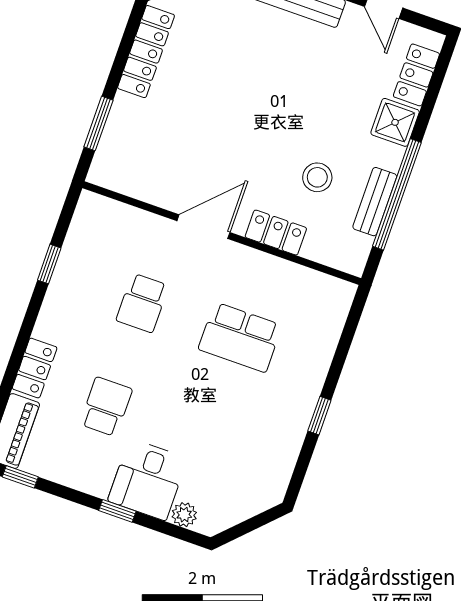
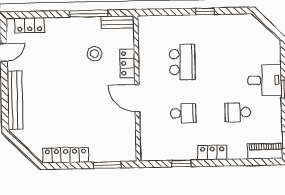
shower: (395, 122) -> (55, 27), removed
window: (397, 194) -> (89, 14), width x0.68
bench: (375, 202) -> (118, 22), moved
locker: (35, 368) -> (212, 153), moved
plant: (184, 515) -> (275, 57), removed

